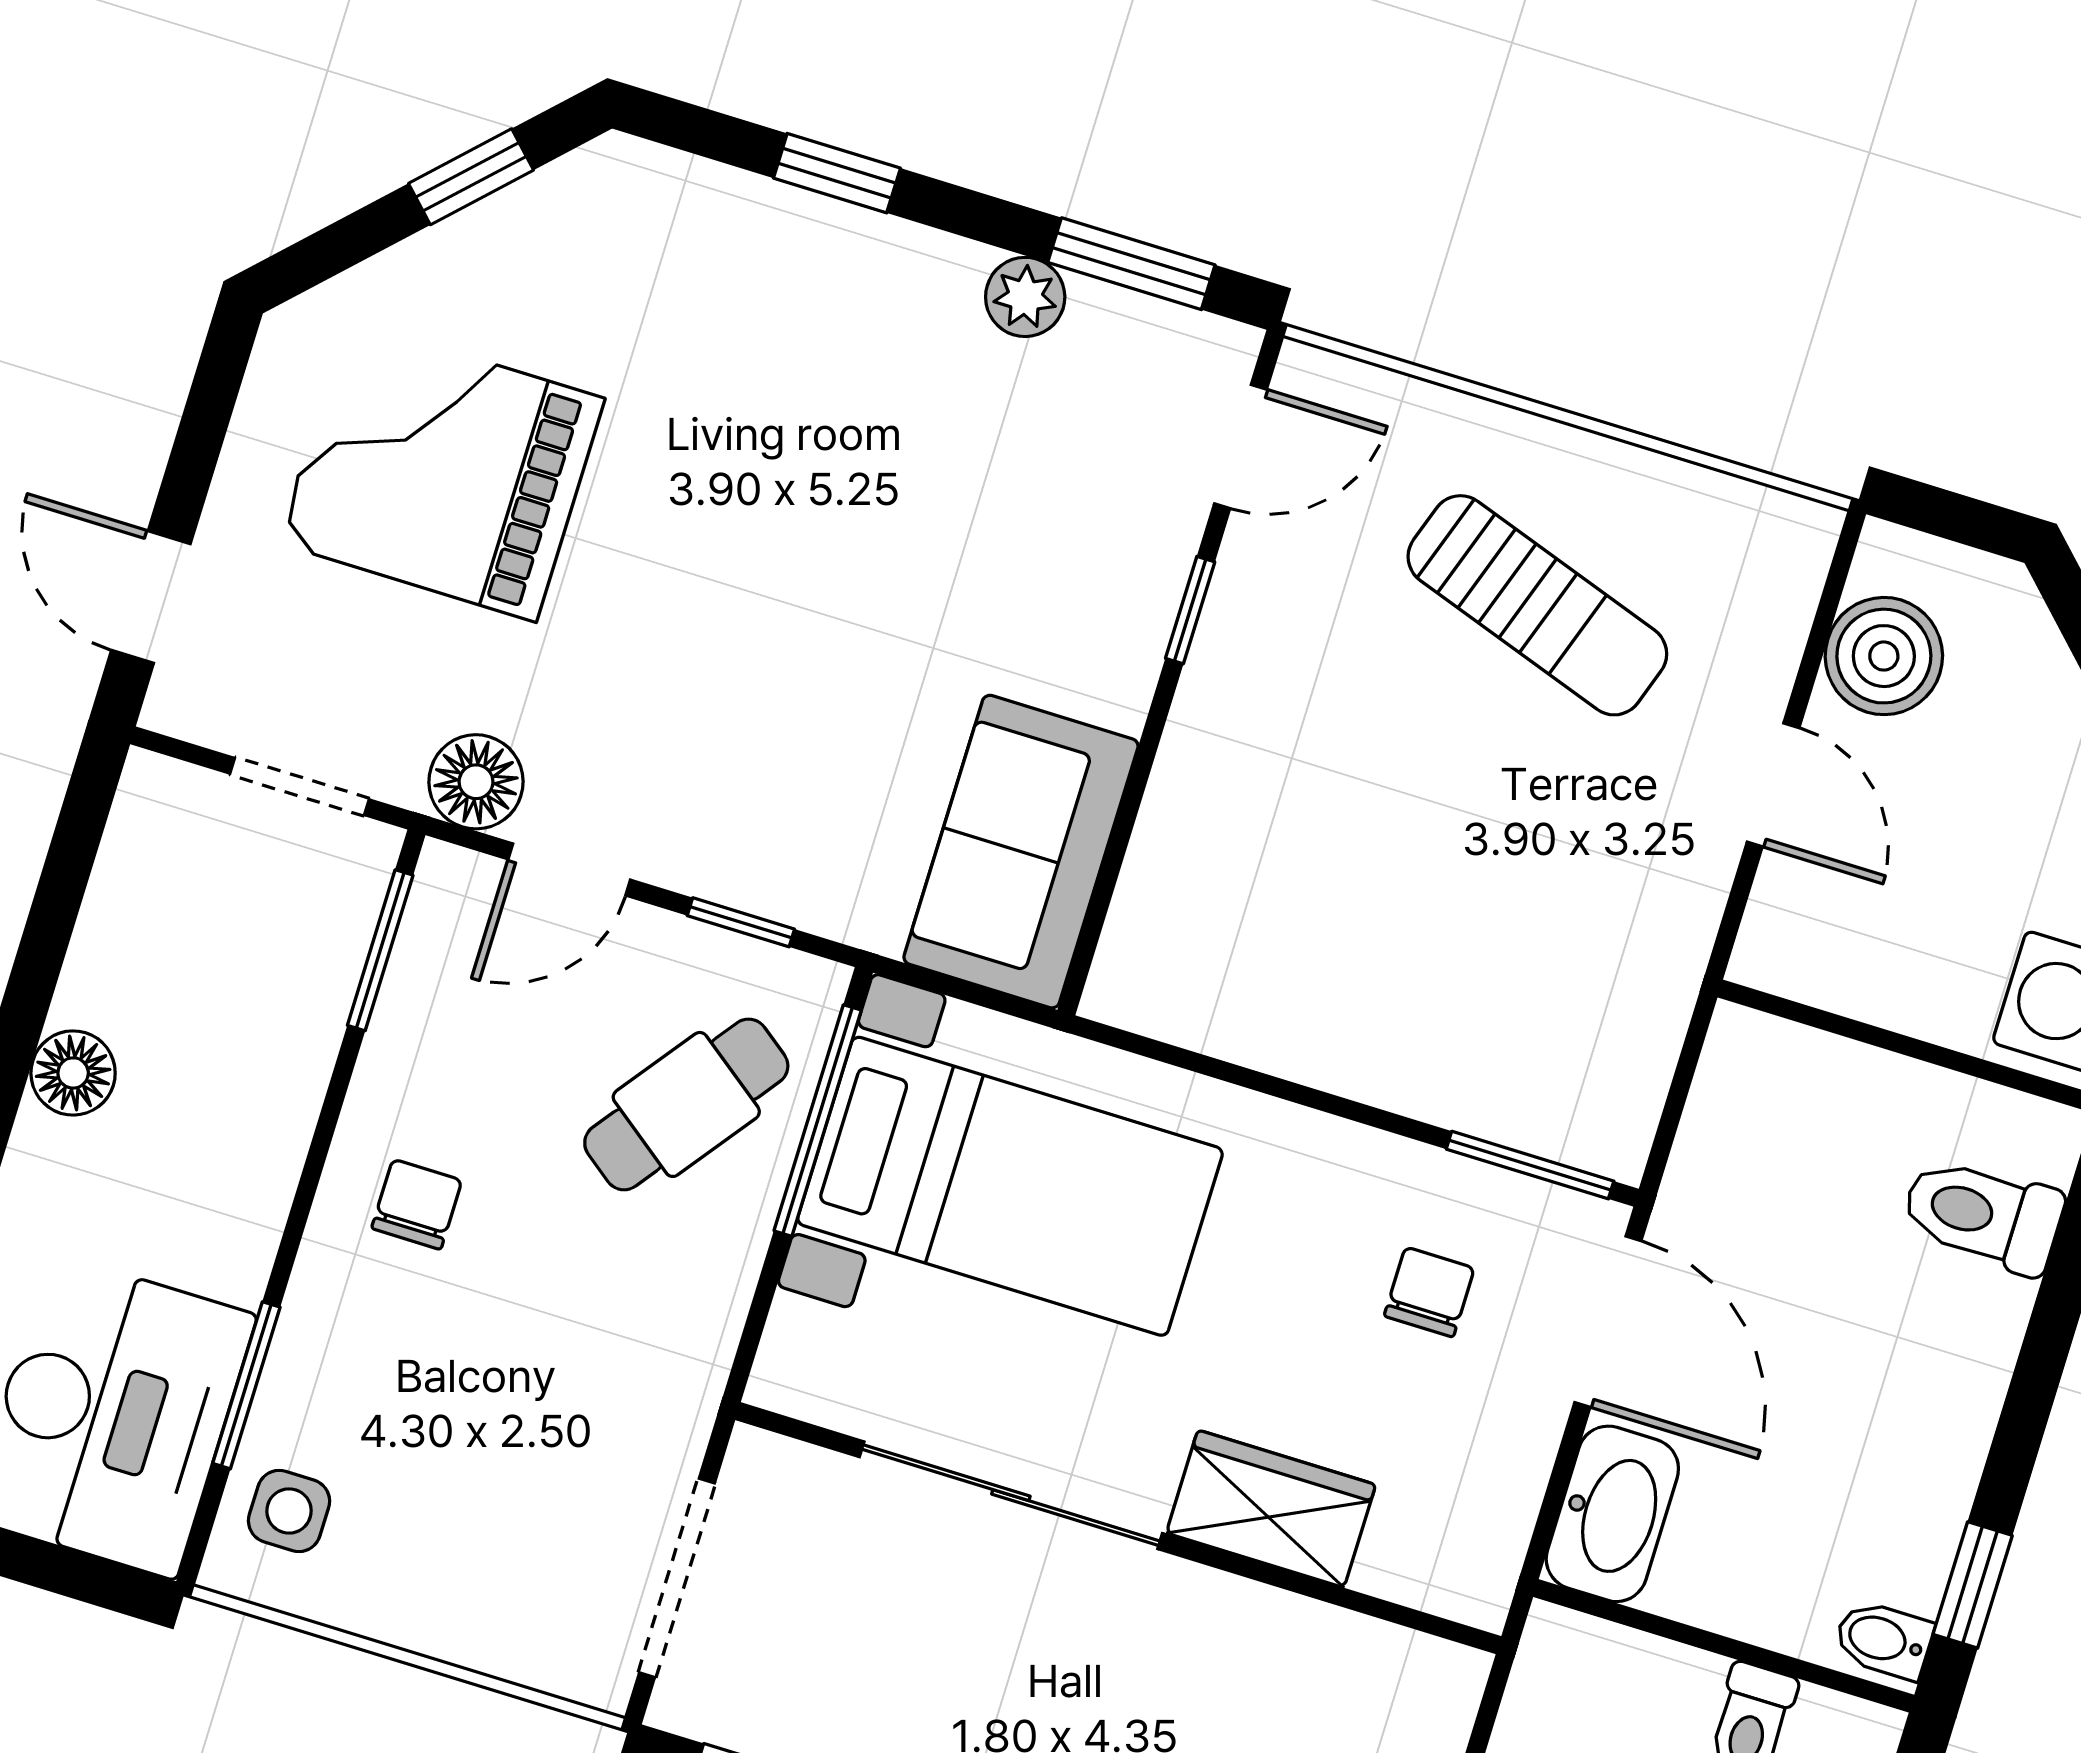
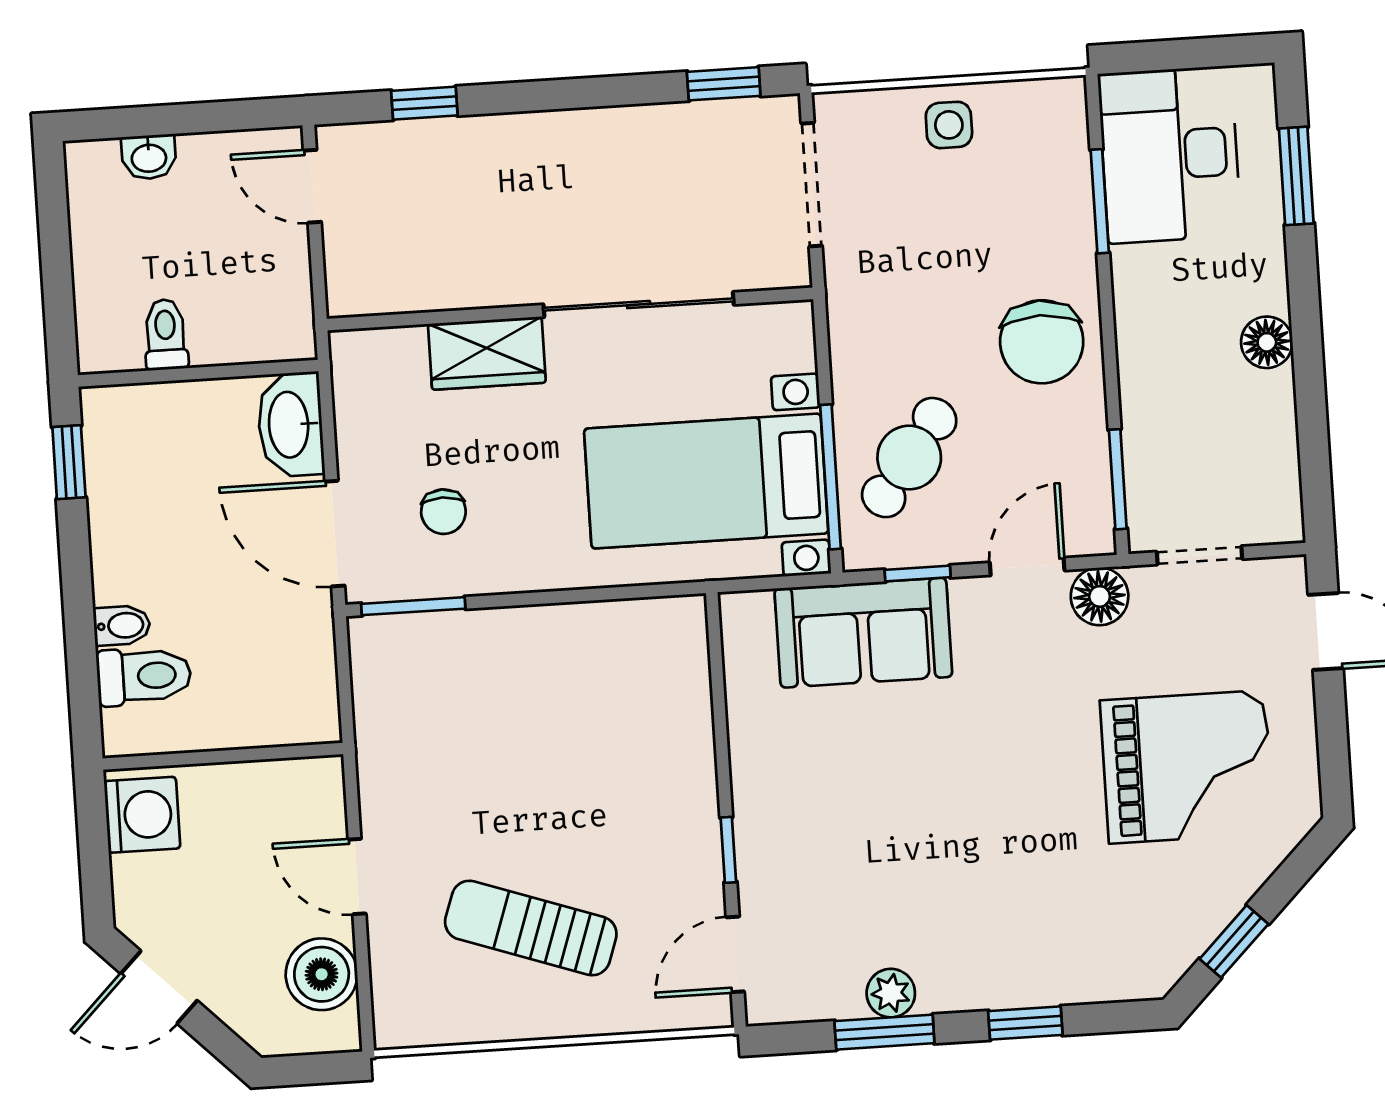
window: (1131, 264) -> (884, 1032), moved
sofa: (1021, 852) -> (863, 633), moved, turned 90
chair: (417, 1204) -> (1042, 342), width x1.87, depth x1.87
side table: (289, 1511) -> (949, 125), moved
bidet: (1883, 1640) -> (122, 625), moved

